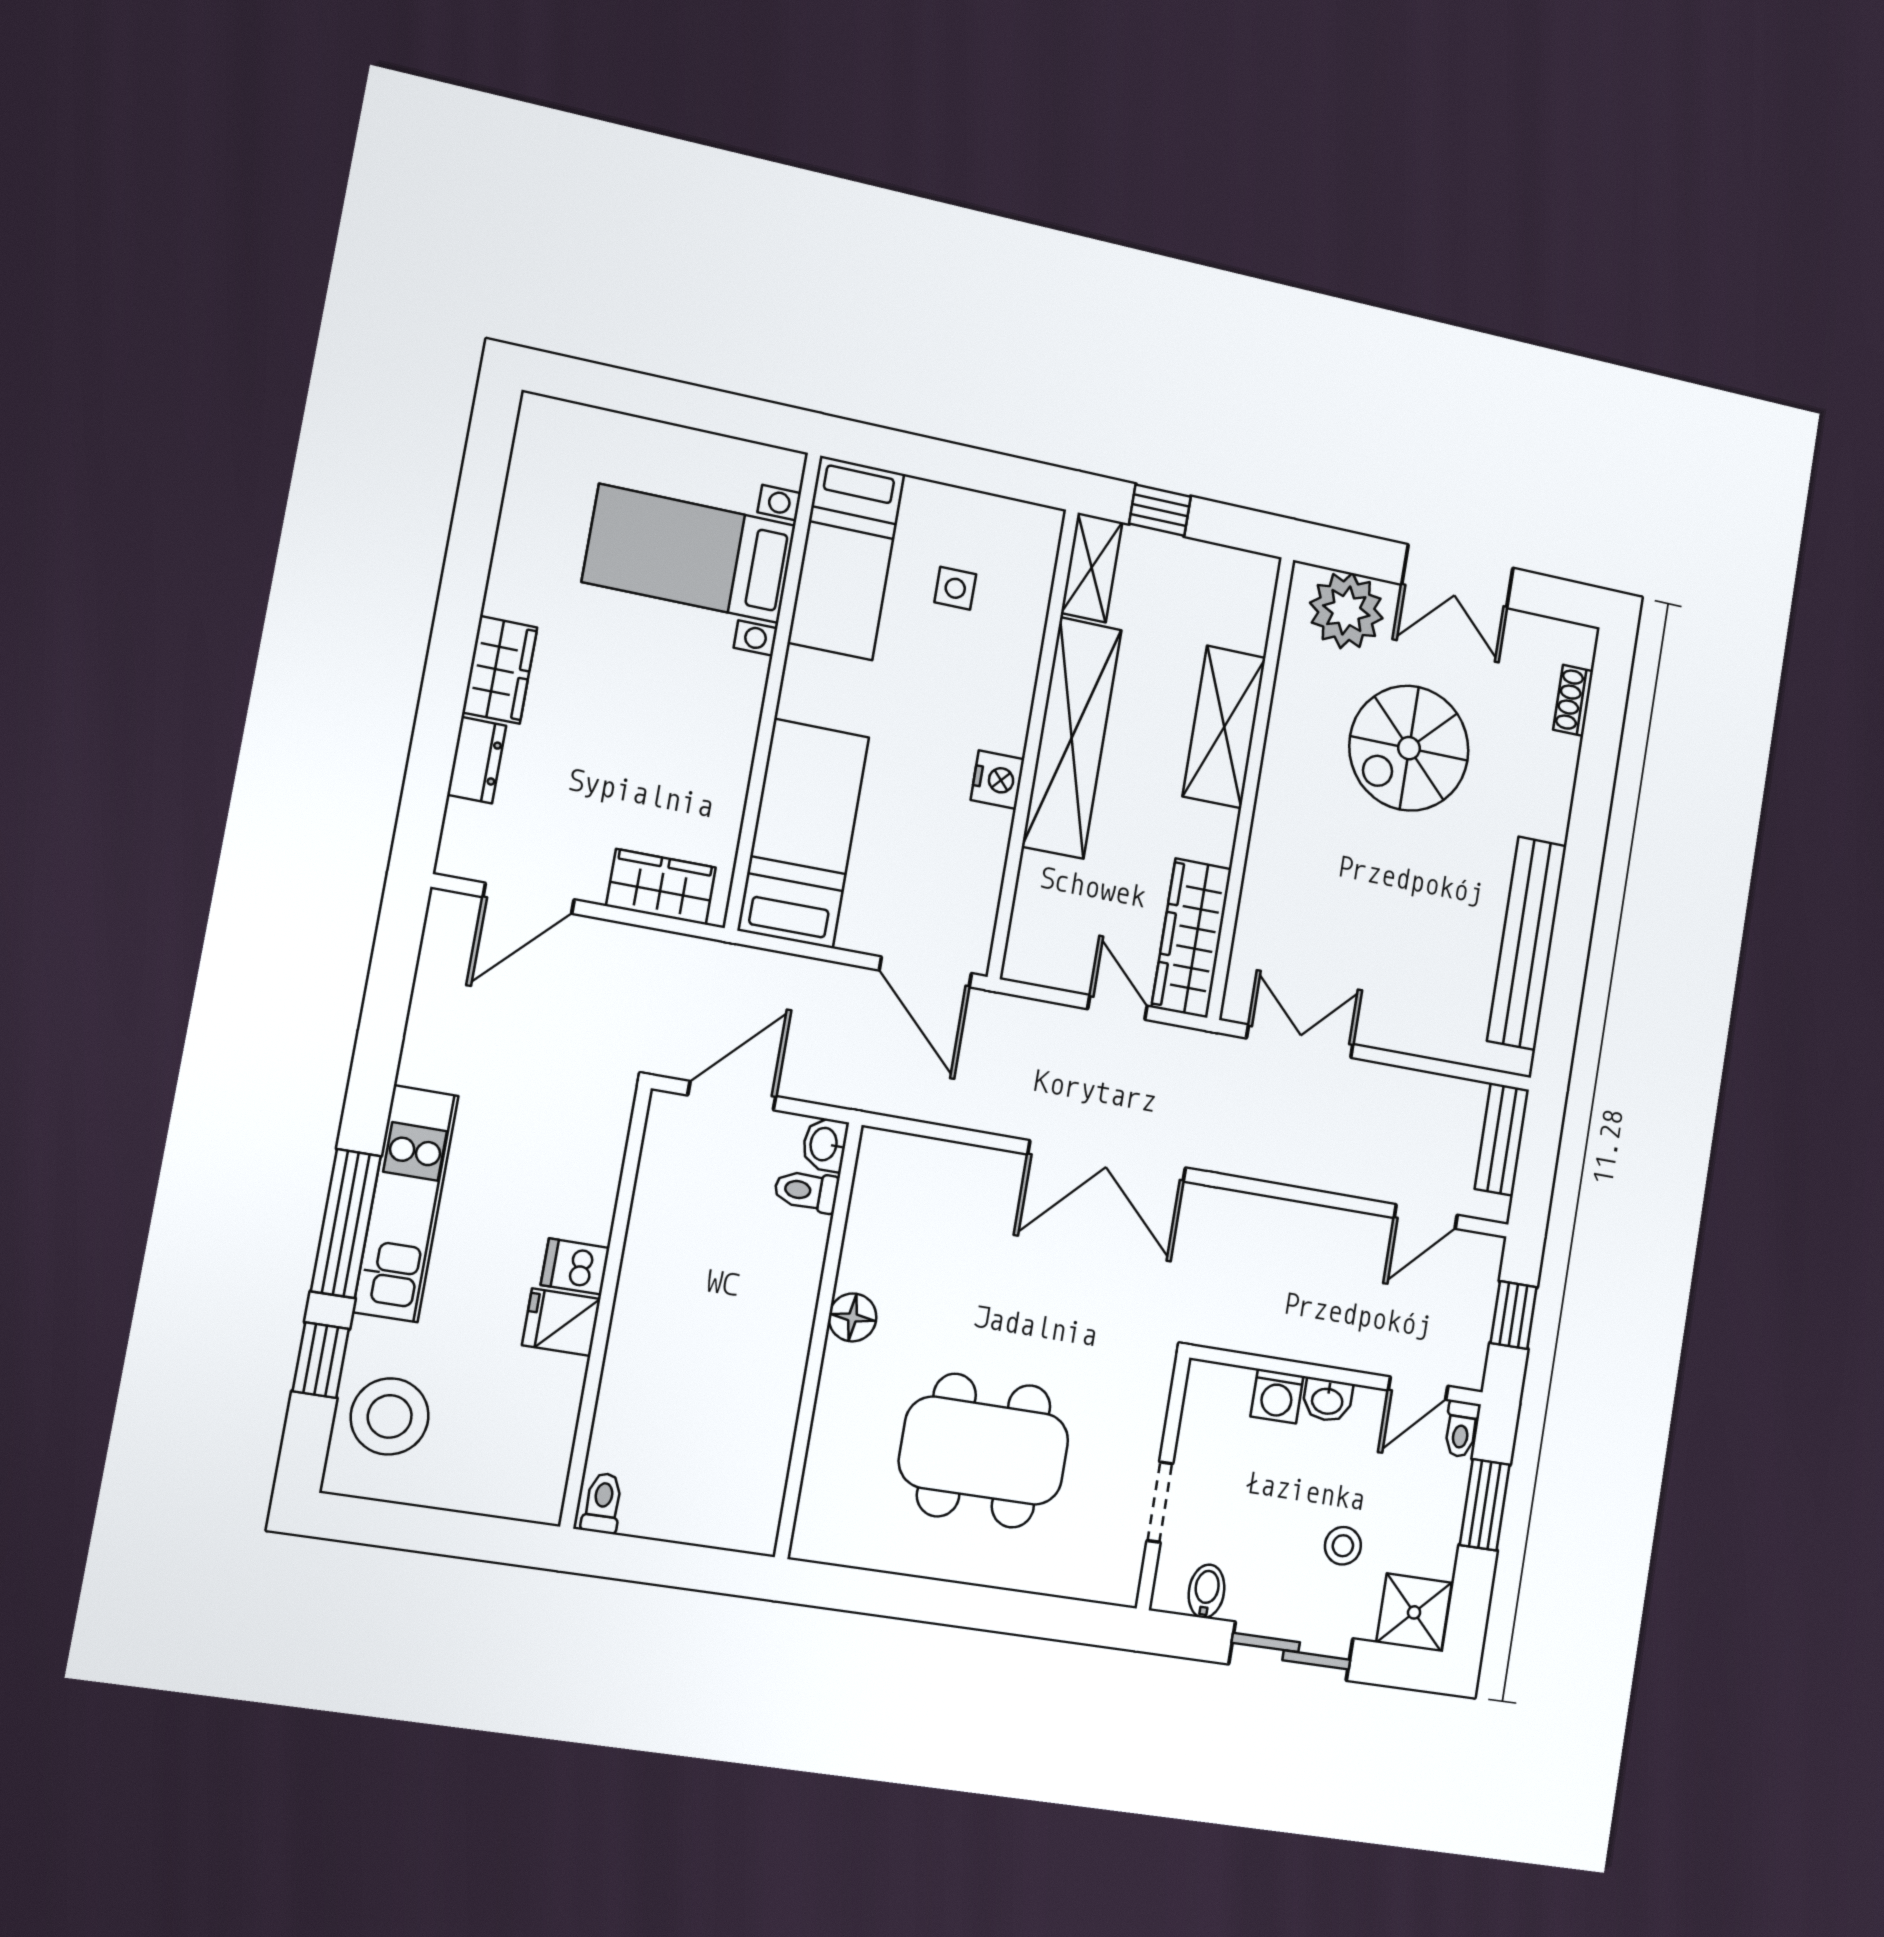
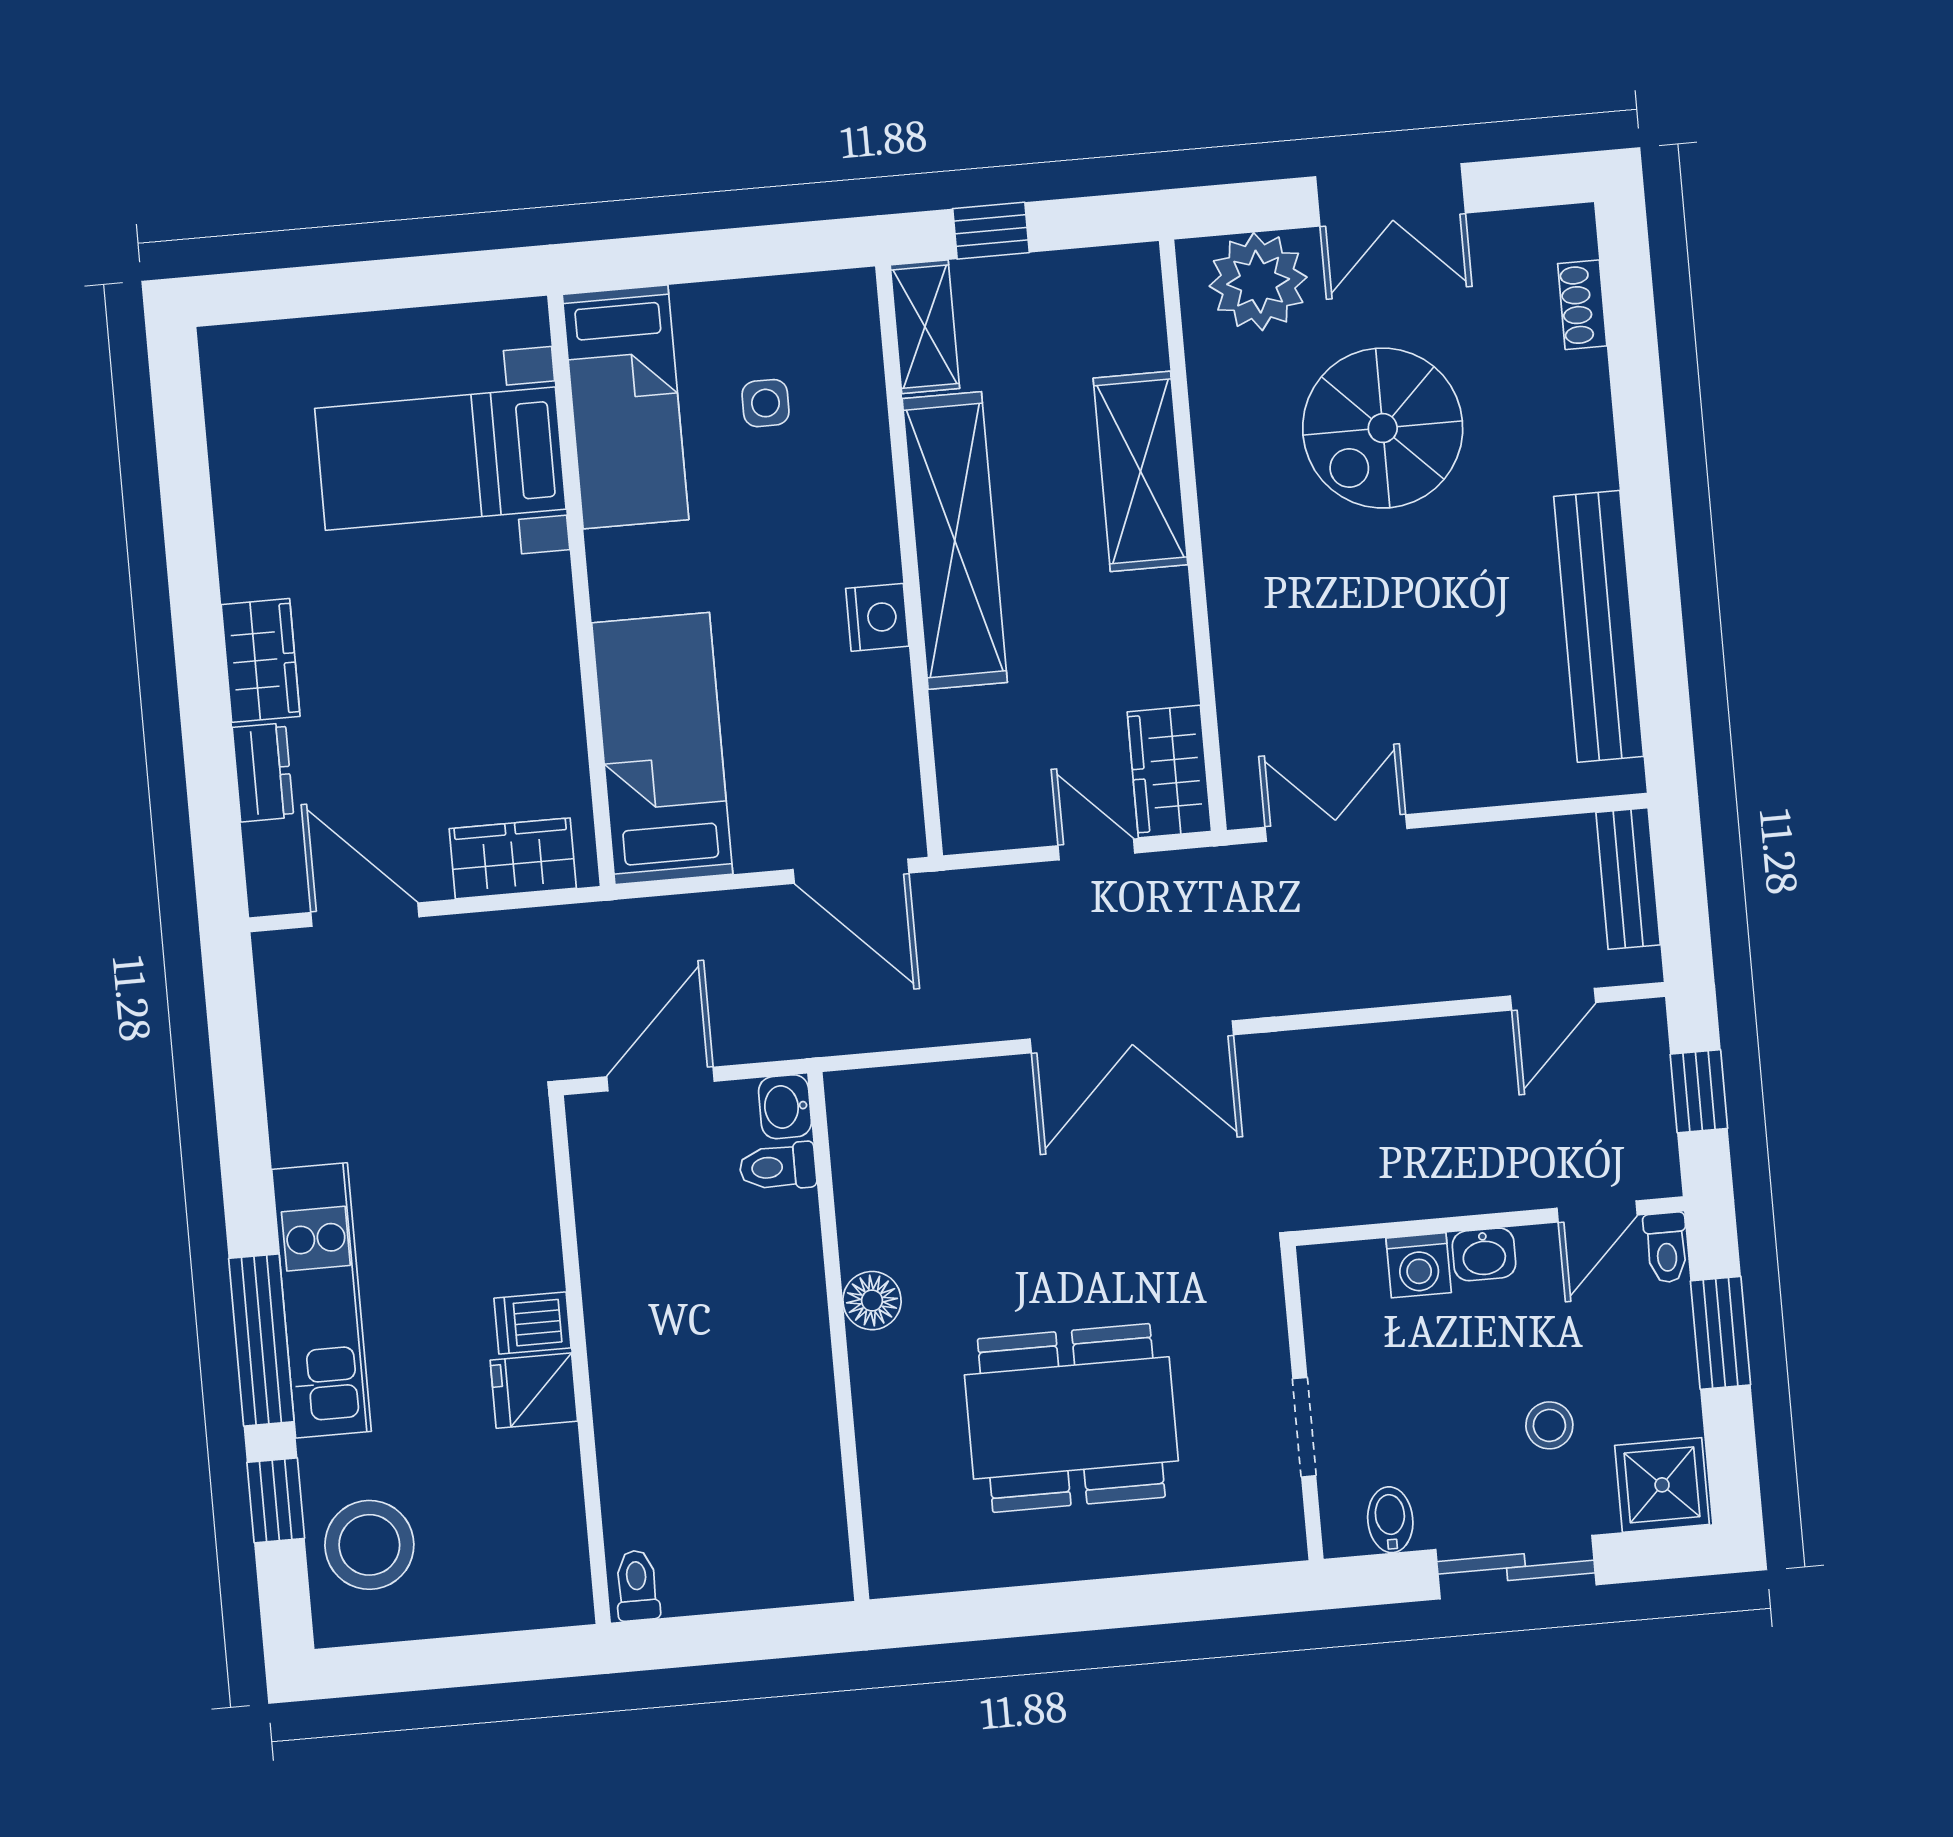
door: (529, 898) -> (365, 915), swing flipped
wardrobe: (1191, 938) -> (1169, 772), width x0.67

